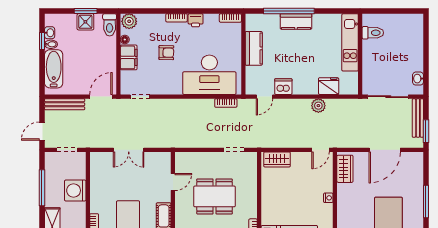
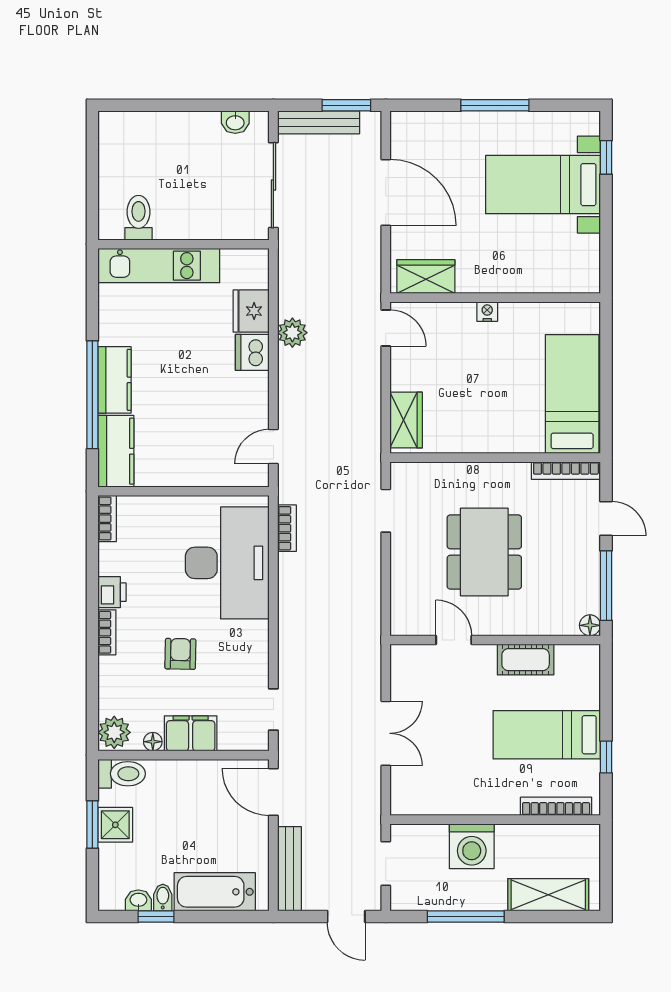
kitchen counter: (254, 48) -> (116, 451), moved, turned 90
dishwasher: (283, 87) -> (252, 352), moved
door: (264, 97) -> (273, 446), swing flipped

